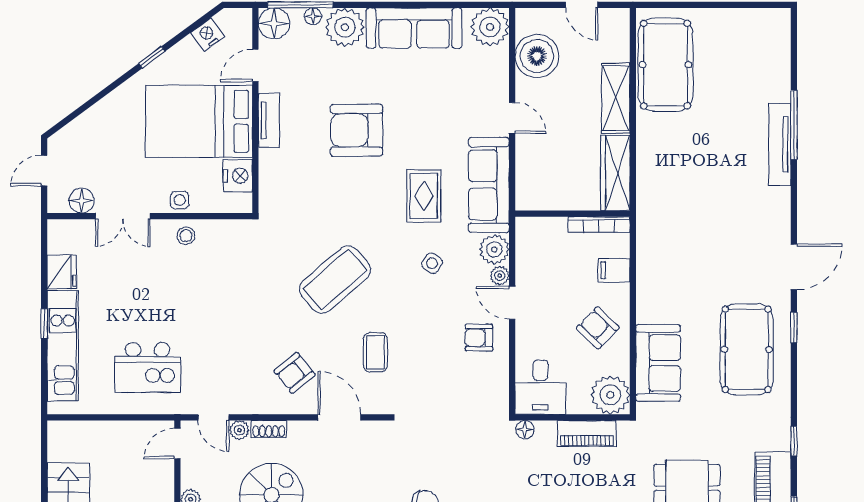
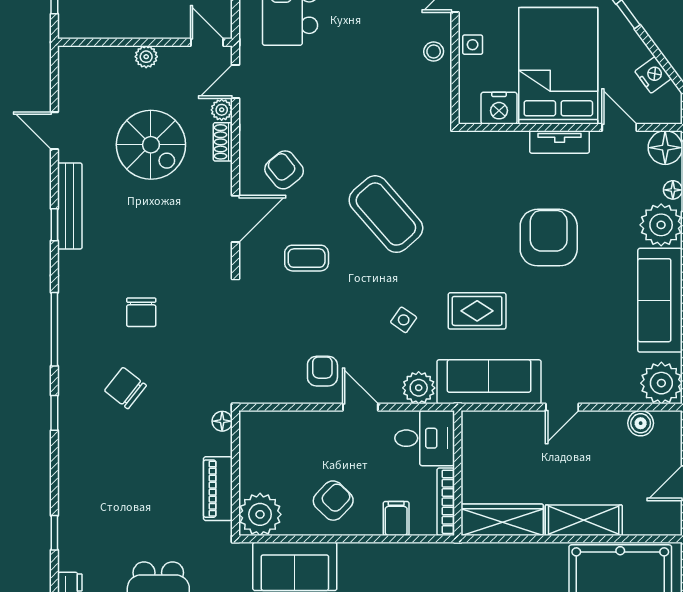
boiler: (537, 56) -> (641, 423), width x0.54, depth x0.54
plant: (500, 276) -> (390, 394), removed
door: (512, 303) -> (360, 407), hinge flipped
desk: (540, 387) -> (425, 438), moved, turned 180

